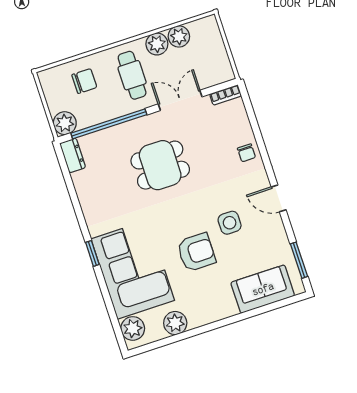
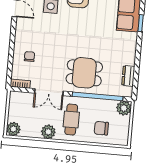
plant: (179, 36) -> (13, 129), moved
chair: (246, 153) -> (29, 57), moved
dresser: (73, 155) -> (128, 76), moved
dining table: (160, 165) -> (84, 73), moved

